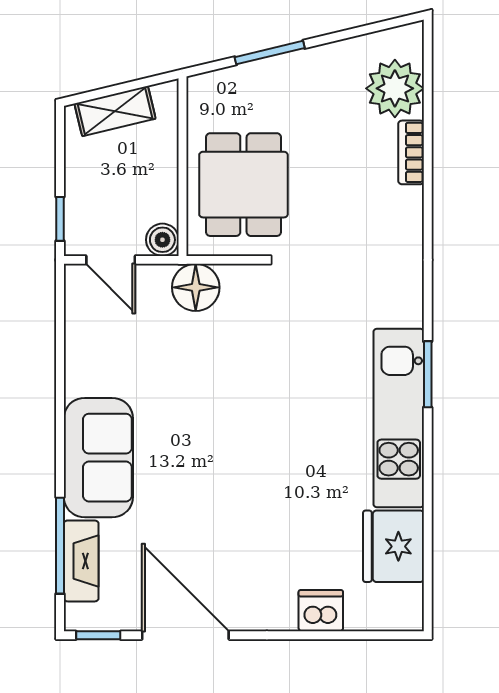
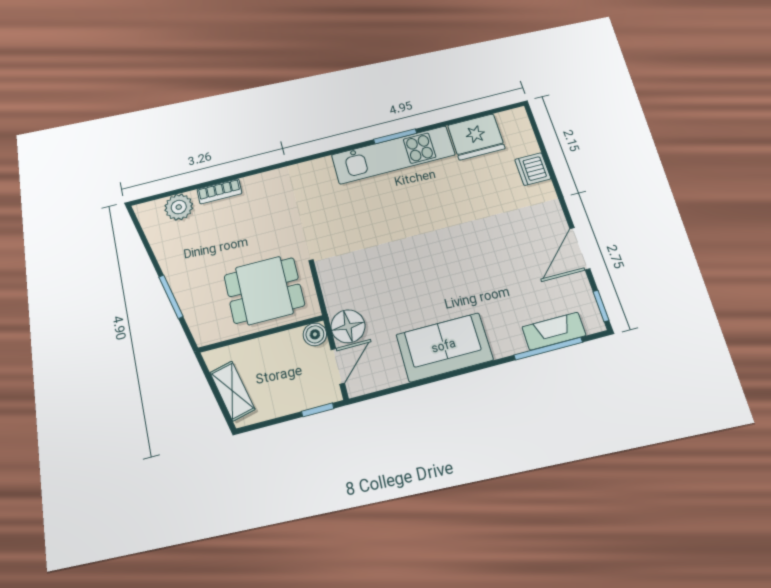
plant: (395, 88) -> (179, 207), width x0.73, depth x0.73
floor lamp: (196, 287) -> (348, 326), moved
window: (428, 374) -> (395, 136), moved
sofa: (98, 458) -> (444, 347), moved
door: (185, 635) -> (580, 249), width x0.73

